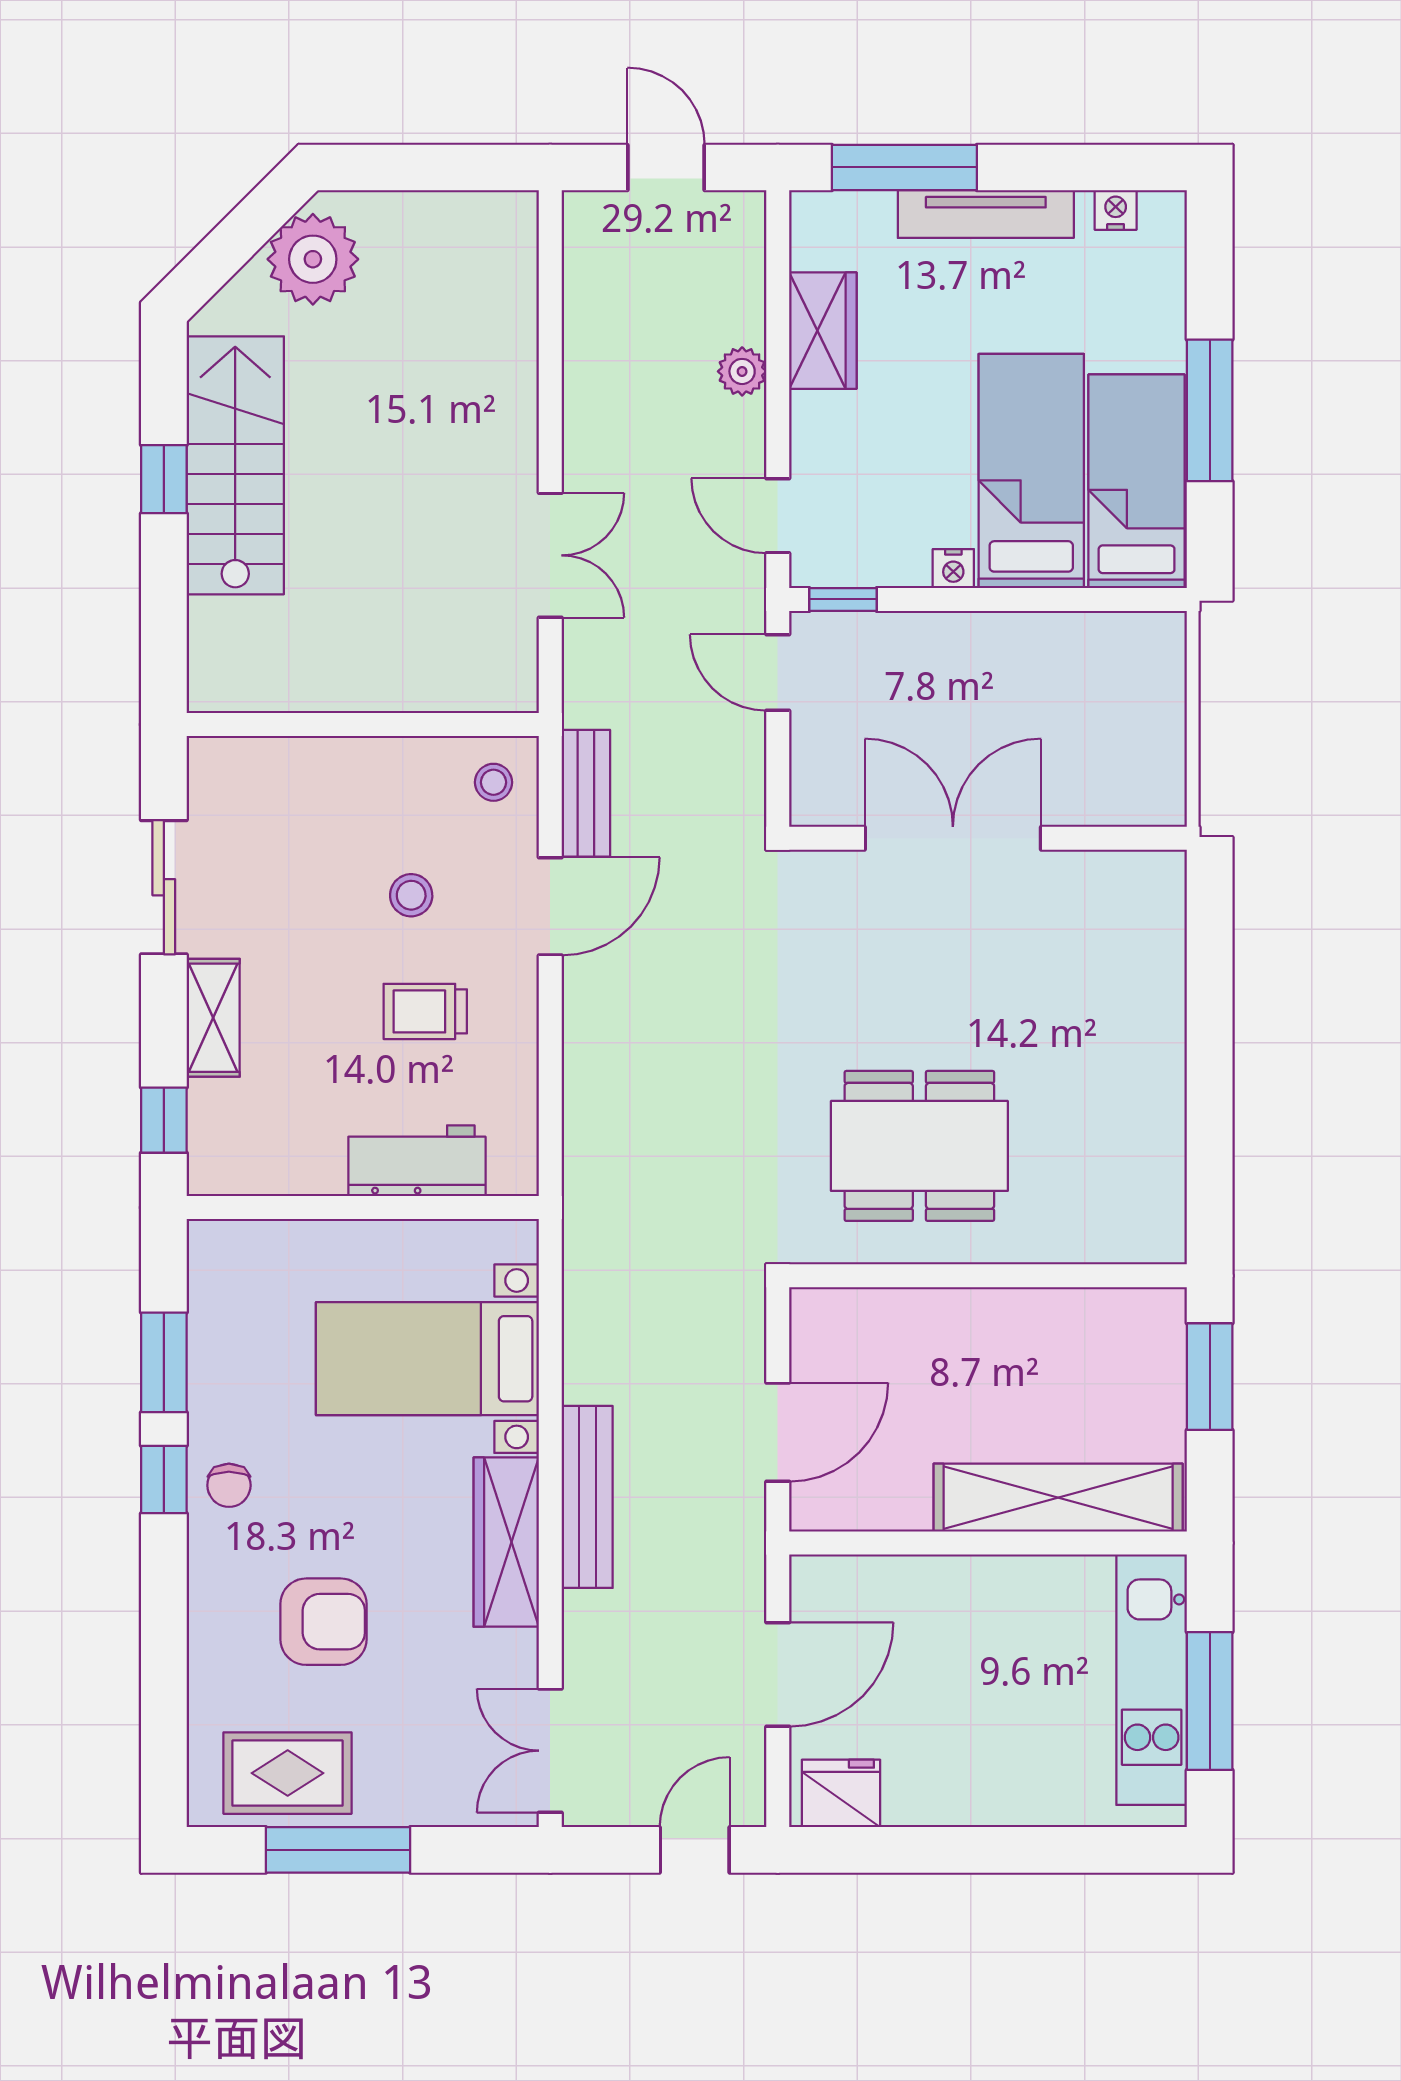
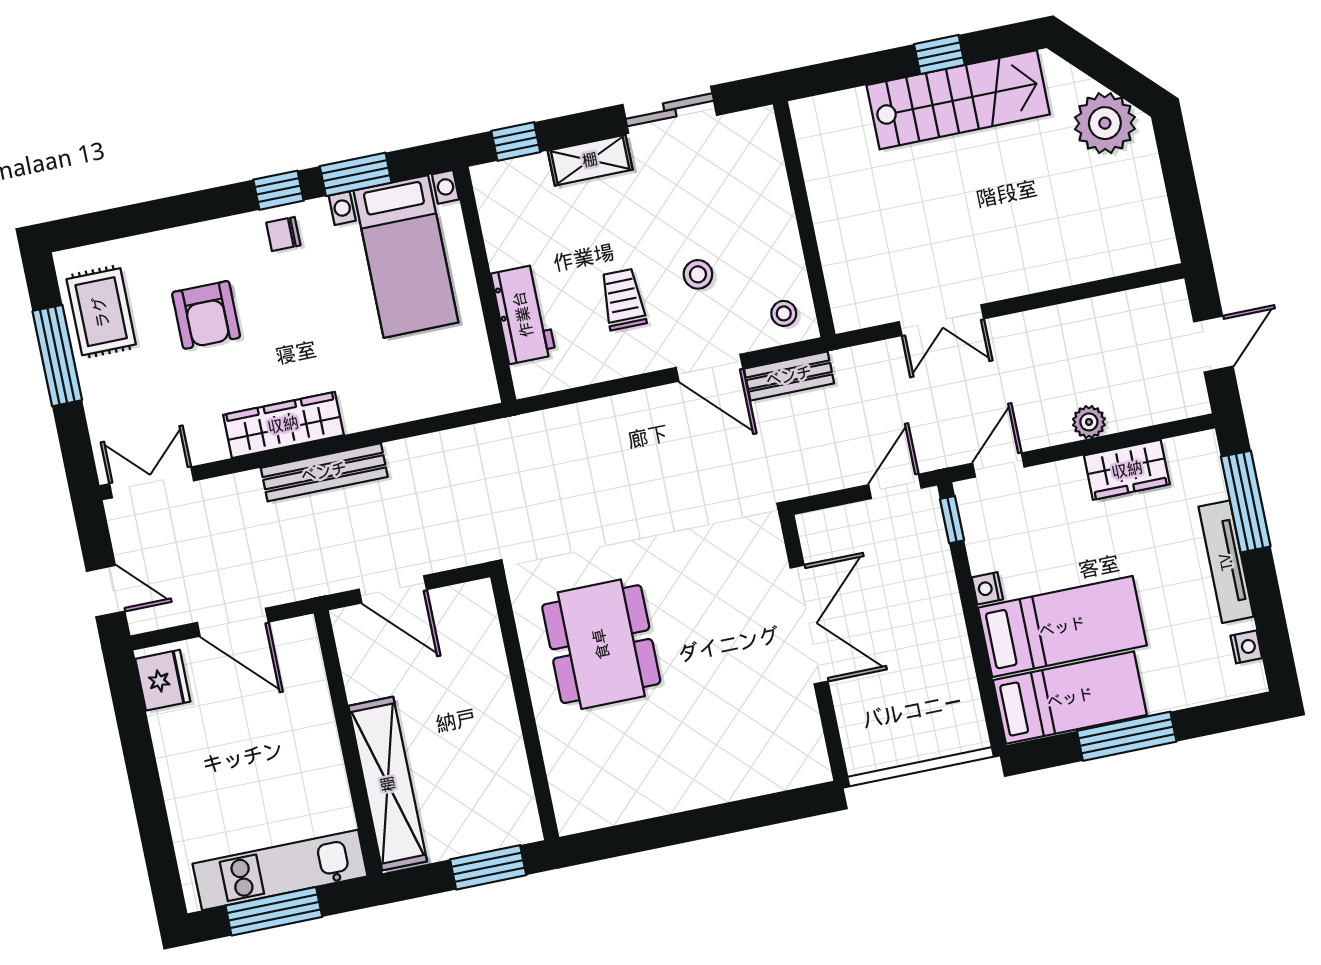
bed with nightstands: (427, 1359) -> (406, 256), moved, turned 180

